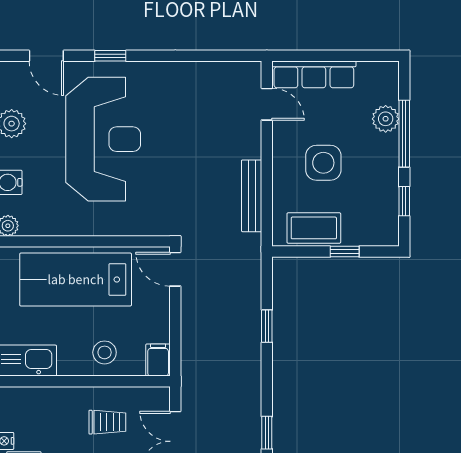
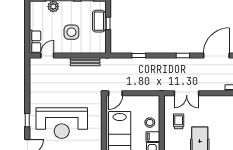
row of seats: (314, 74) -> (35, 42), width x0.68
reception desk: (103, 139) -> (62, 123), turned 180
coffee table: (314, 228) -> (99, 21), moved
filing cabinet: (158, 360) -> (153, 137), moved

